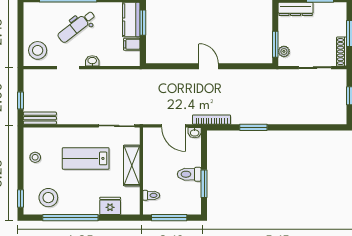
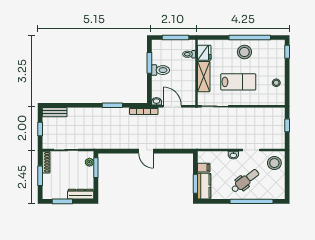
bench: (40, 118) -> (55, 112), moved
stool: (48, 198) -> (244, 52), moved
fridge: (110, 206) -> (204, 53), moved, turned -90

